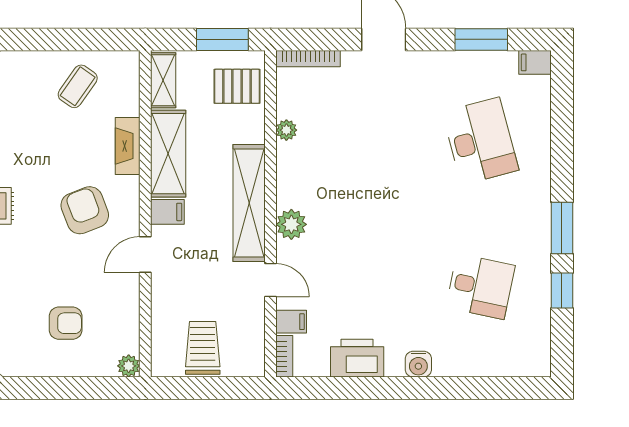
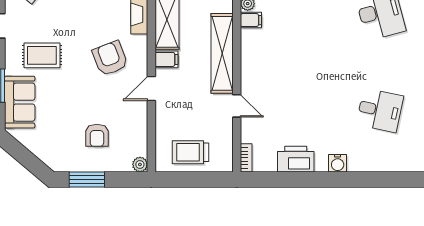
plant: (291, 224) -> (251, 68), removed
filing cabinet: (291, 322) -> (251, 20), moved
armchair: (66, 323) -> (97, 135), turned 90
trolley: (203, 348) -> (190, 152), turned -90
window: (51, 388) -> (87, 180), added

